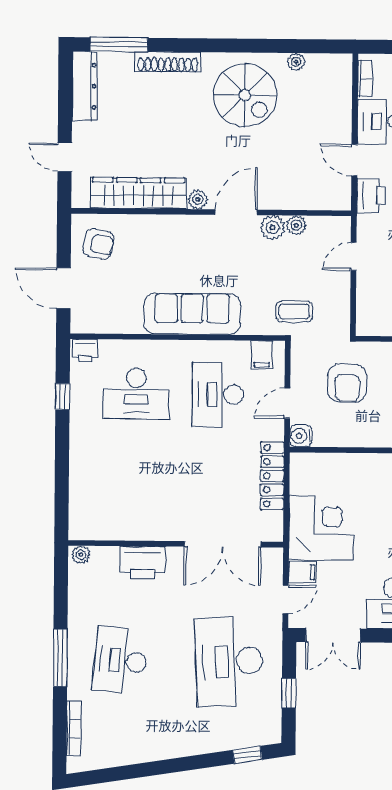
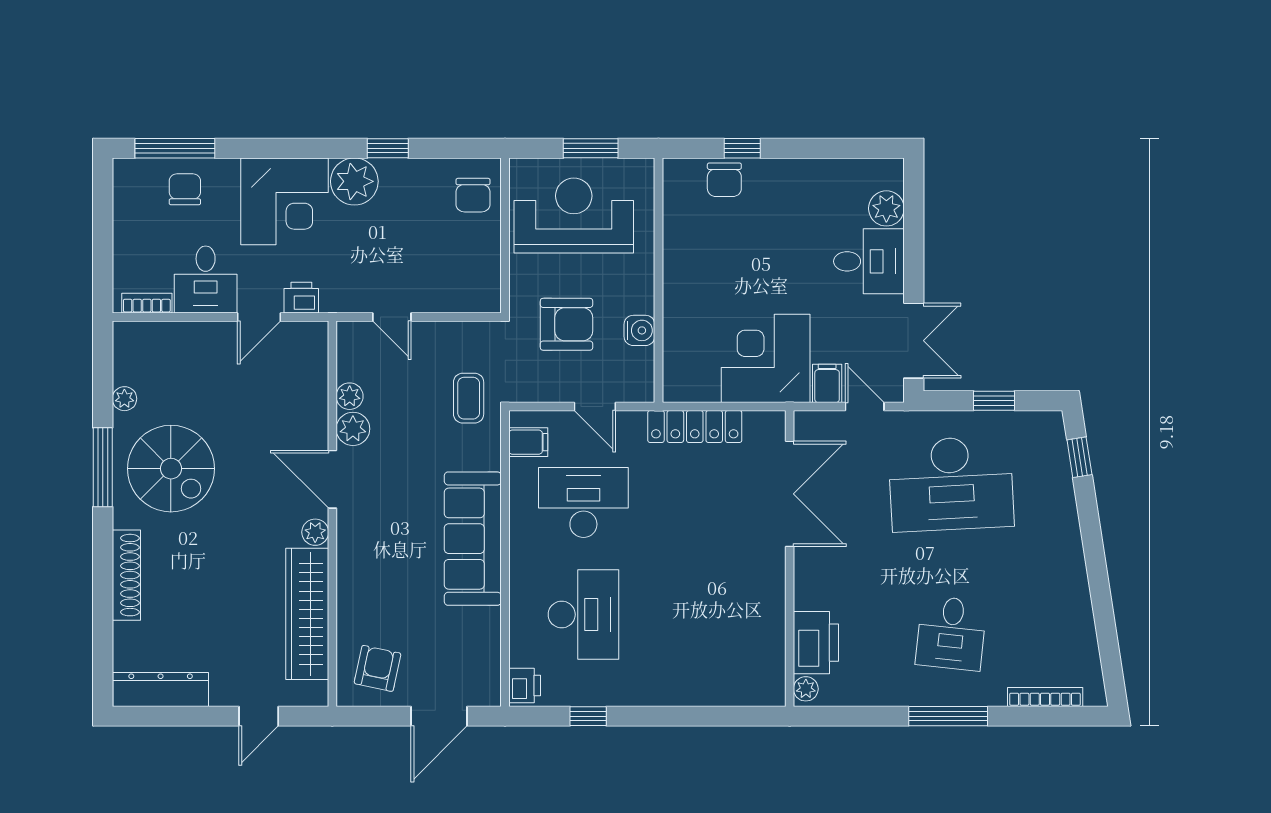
window: (119, 44) -> (103, 467), moved
spiral stairs: (245, 95) -> (171, 469), turned 90
printer: (371, 195) -> (301, 298), width x0.73, depth x0.81
desk: (218, 394) -> (583, 502), turned 180
water cooler: (301, 436) -> (639, 330), moved, turned -90
printer: (142, 563) -> (816, 643), moved
desk: (120, 661) -> (951, 633), width x0.73

